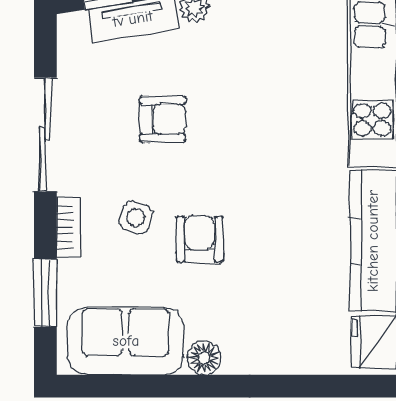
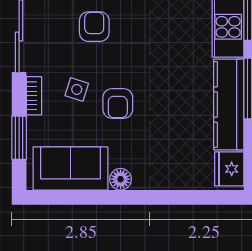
armchair: (163, 119) -> (94, 27), turned -90
armchair: (200, 239) -> (118, 103), turned 180

